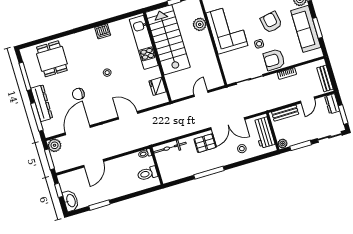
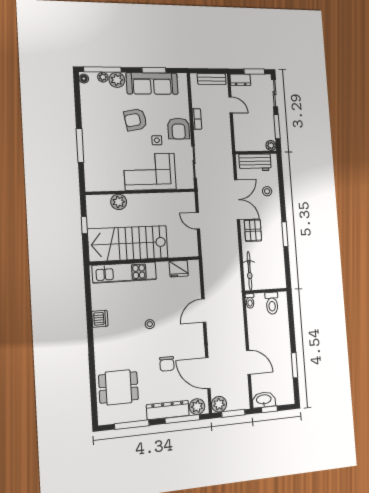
corner sofa: (227, 29) -> (150, 172), moved
bench: (285, 113) -> (239, 133), removed
plant: (49, 127) -> (197, 407), added
window: (209, 173) -> (285, 234), width x0.69
washbasin: (71, 201) -> (264, 400), moved

